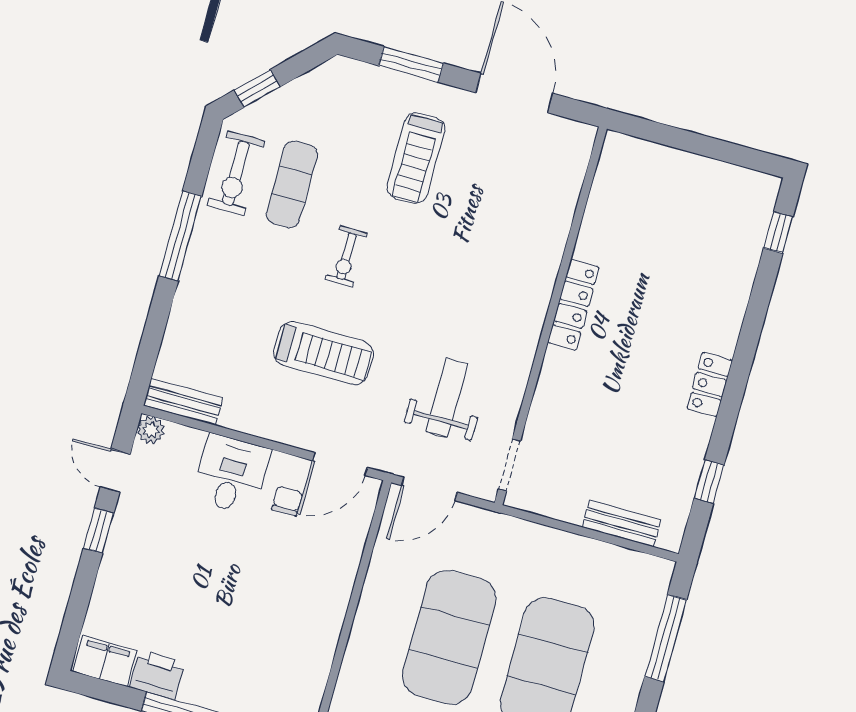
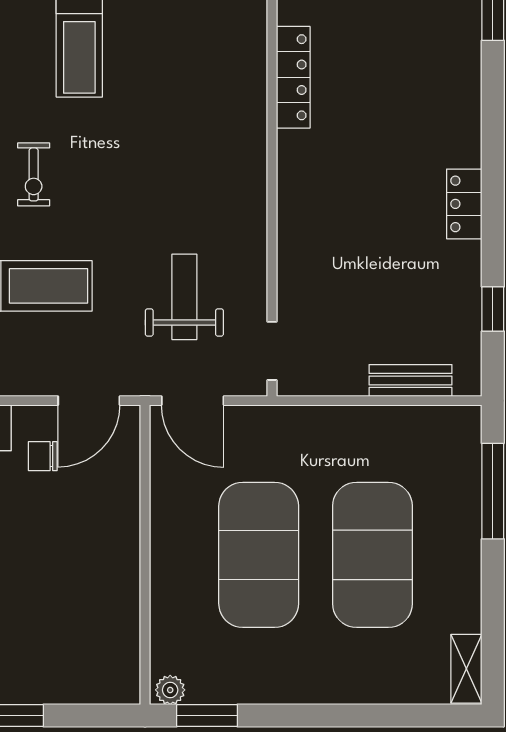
locker: (573, 305) -> (293, 77), moved
door: (429, 489) -> (193, 401), hinge flipped
chair: (287, 501) -> (43, 456), turned -90

